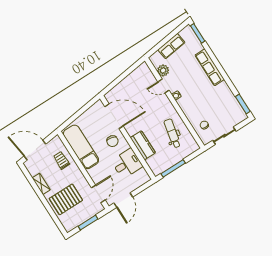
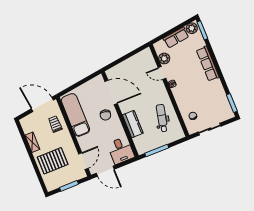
plant: (186, 33) -> (192, 28), added
door: (35, 150) -> (42, 104), moved
desk: (127, 164) -> (121, 150), moved, turned 90
door: (123, 200) -> (105, 171), hinge flipped

